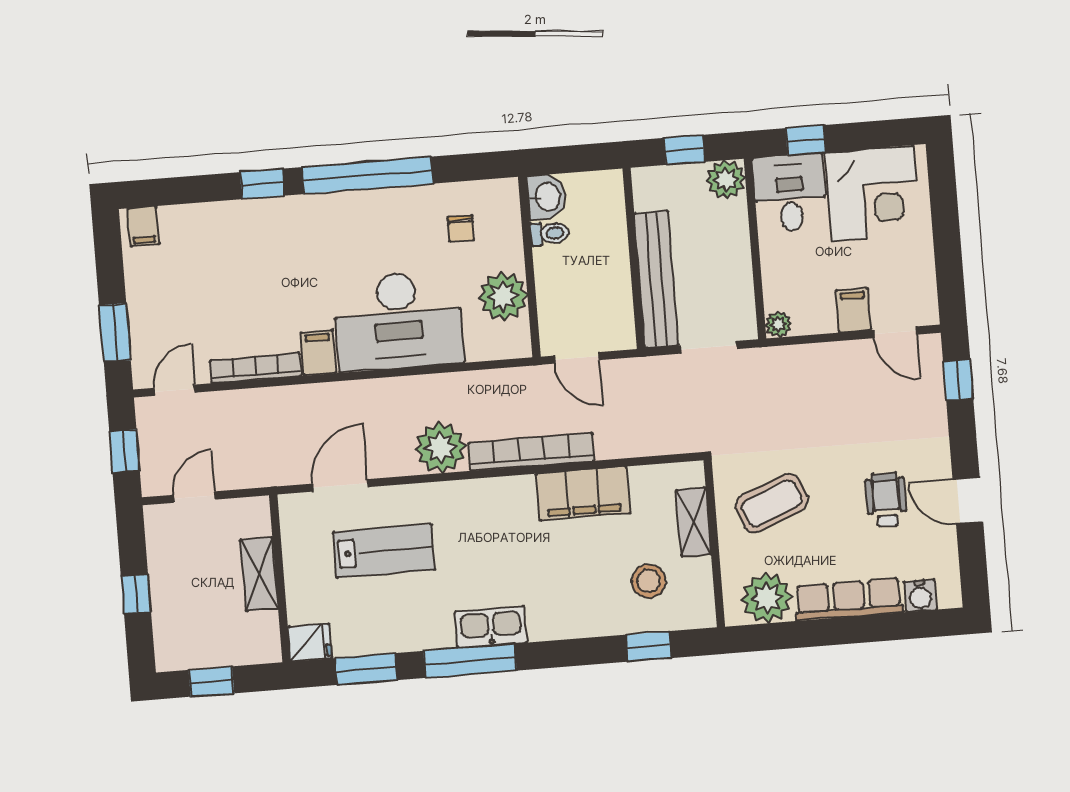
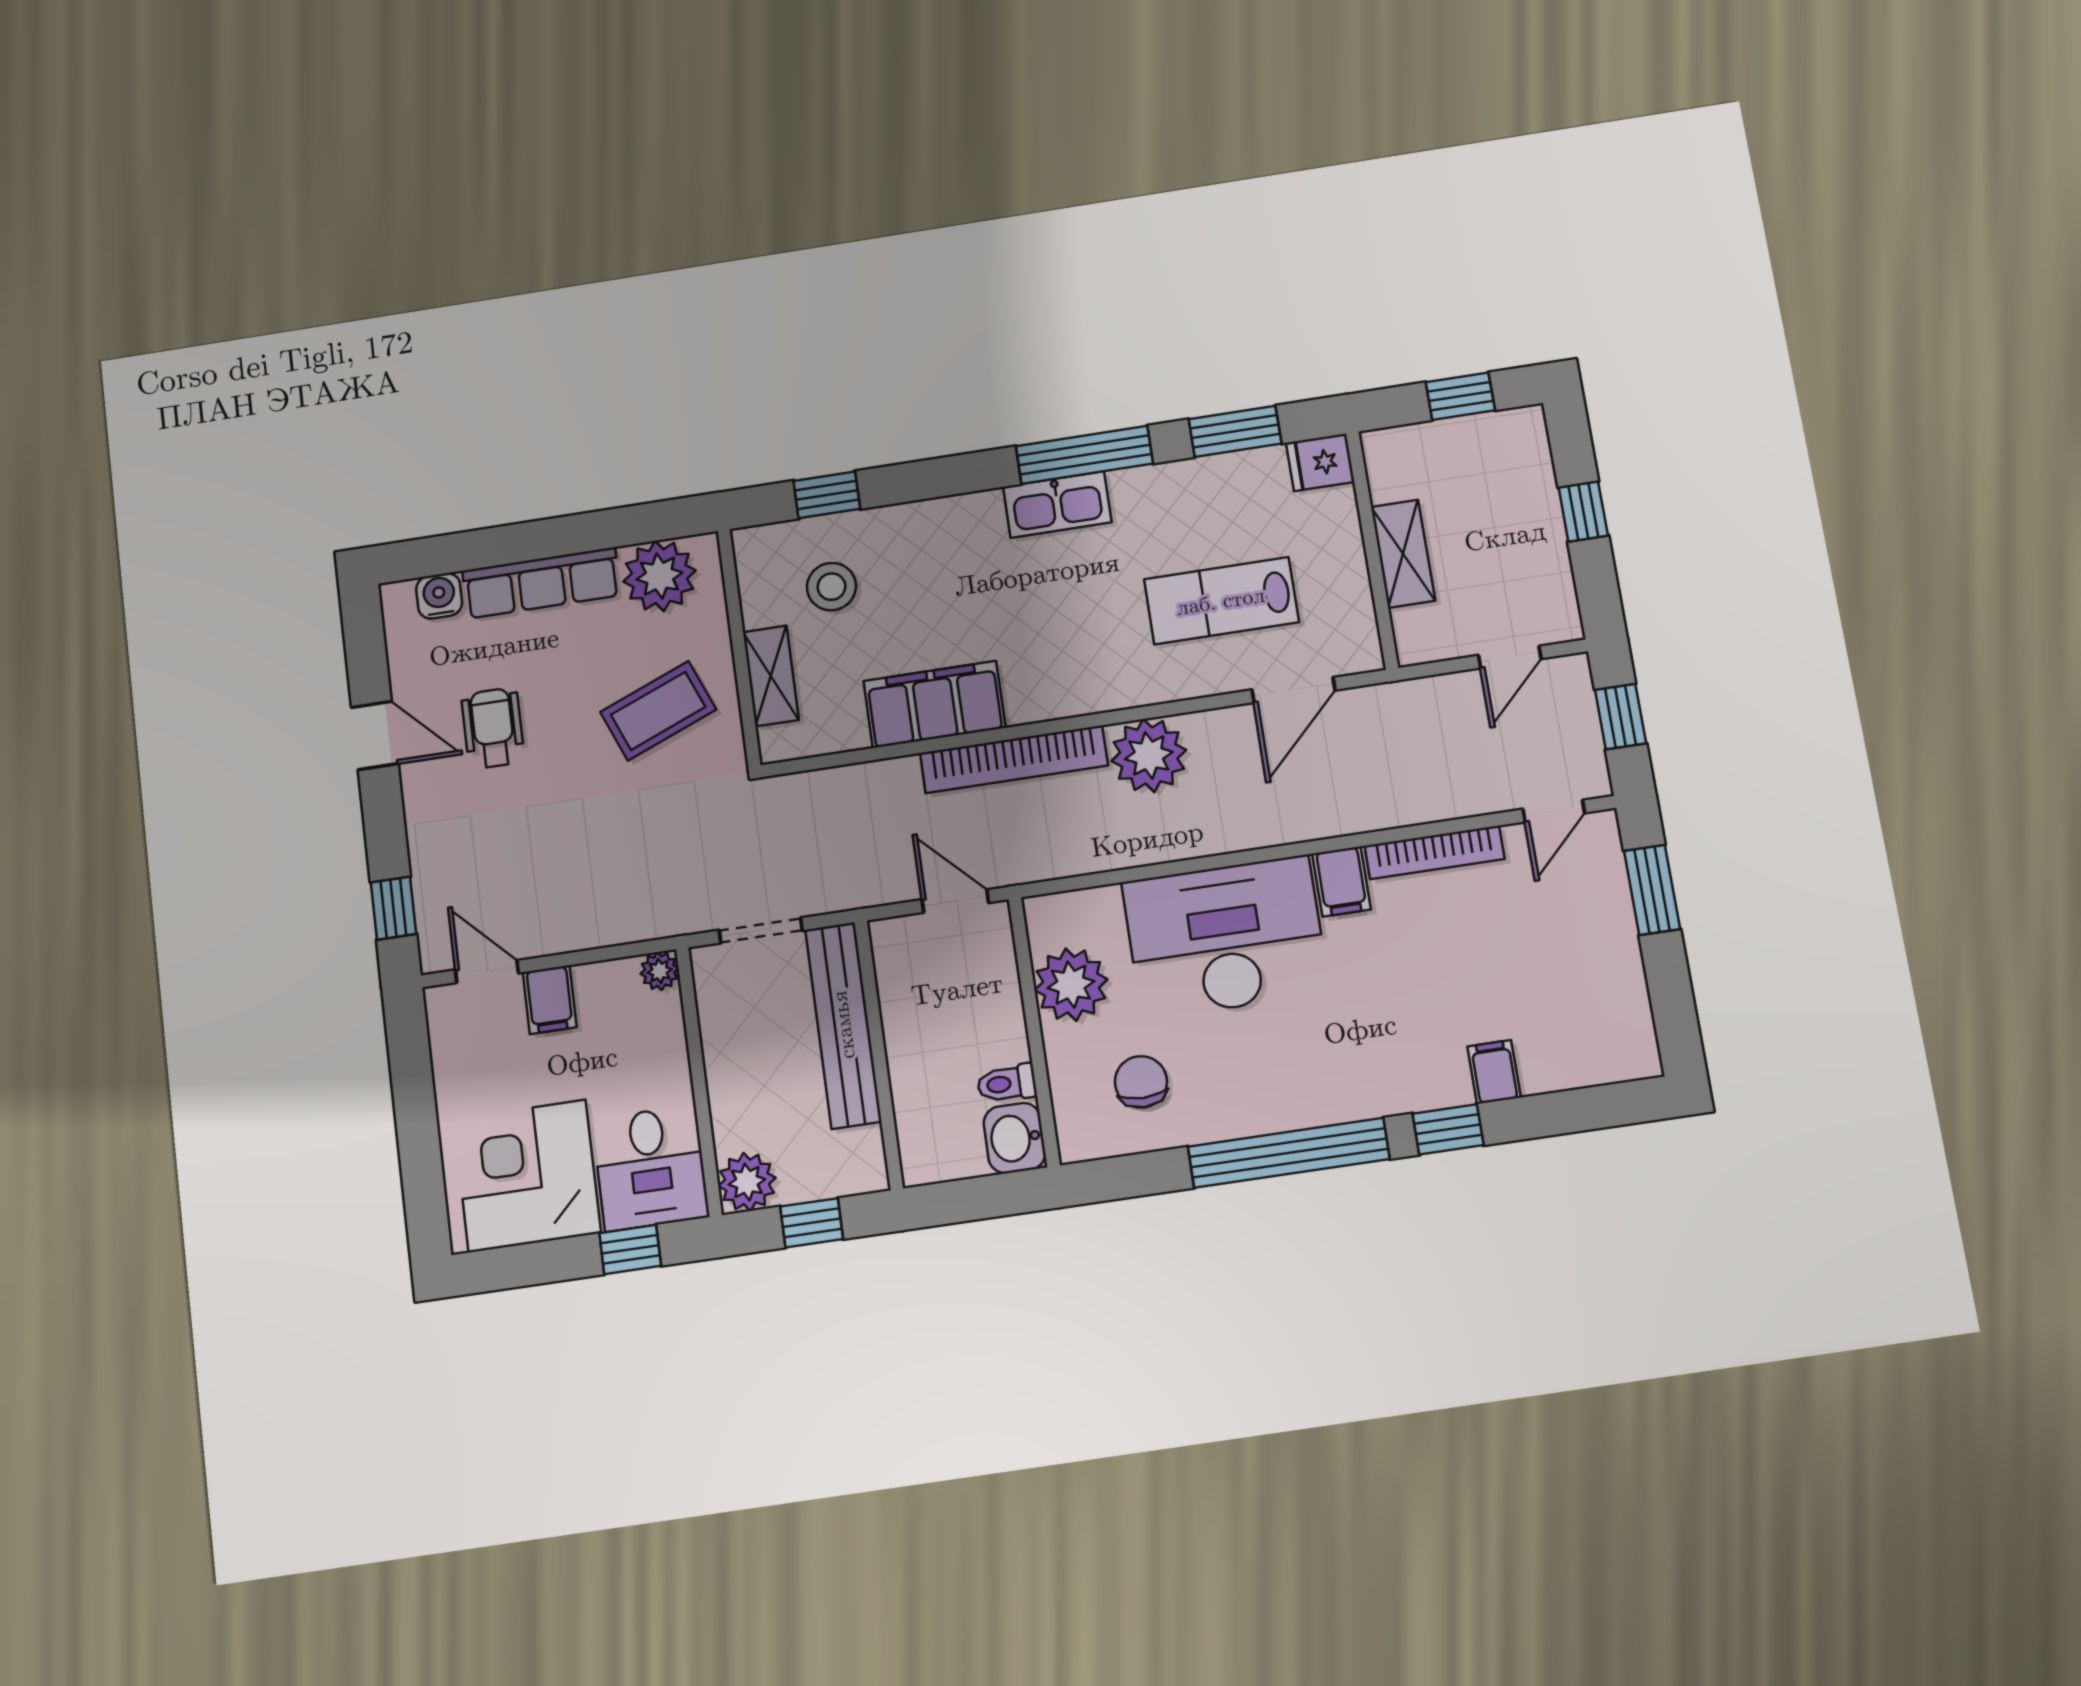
filing cabinet: (144, 226) -> (1494, 1072), moved
chair: (461, 228) -> (1141, 1082), width x1.37, depth x1.37
wheelchair: (886, 500) -> (493, 728), turned 180

